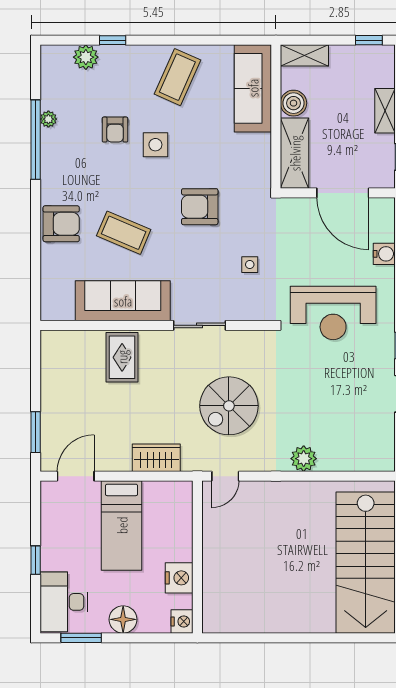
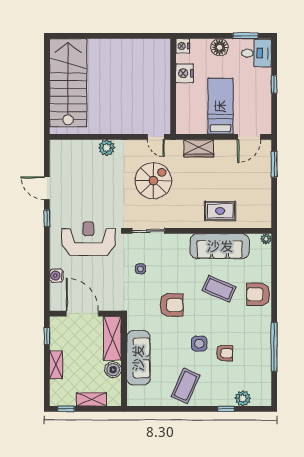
shelving: (304, 55) -> (91, 399), moved
sofa: (253, 88) -> (138, 358), moved
plant: (48, 119) -> (266, 239), moved
armchair: (115, 130) -> (225, 353), turned 92
sliding door: (199, 325) -> (148, 231), moved
rug: (122, 357) -> (220, 211), turned 90
door: (225, 476) -> (156, 137), swing flipped
desk: (64, 602) -> (257, 53), width x0.73

